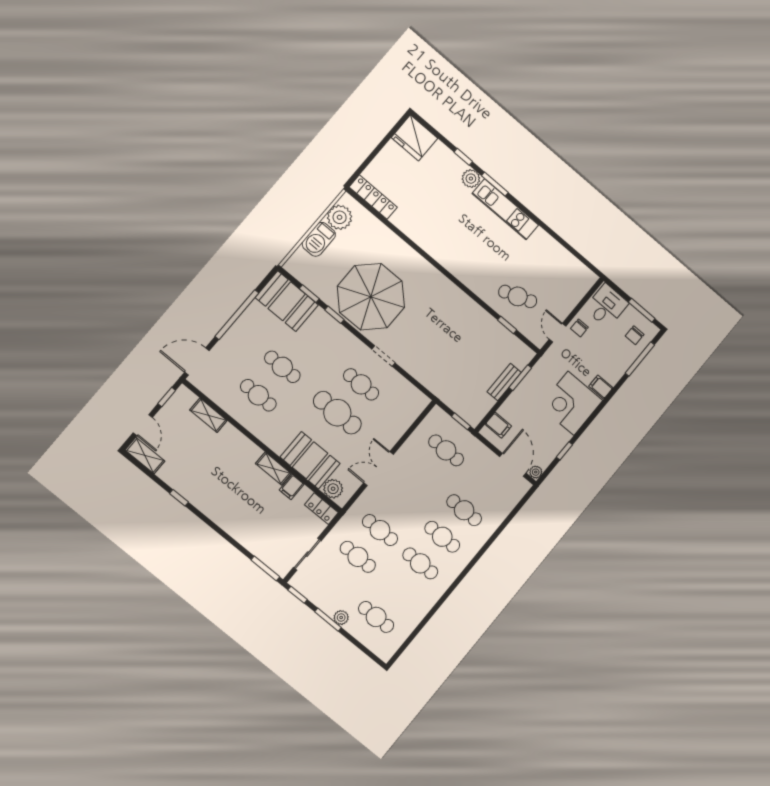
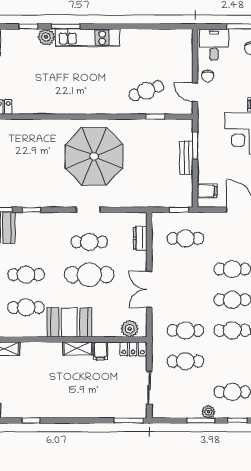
parasol: (371, 297) -> (94, 156), moved
dresser: (407, 418) -> (140, 238), added
booth: (310, 460) -> (69, 322), moved
window: (298, 595) -> (237, 420), moved

